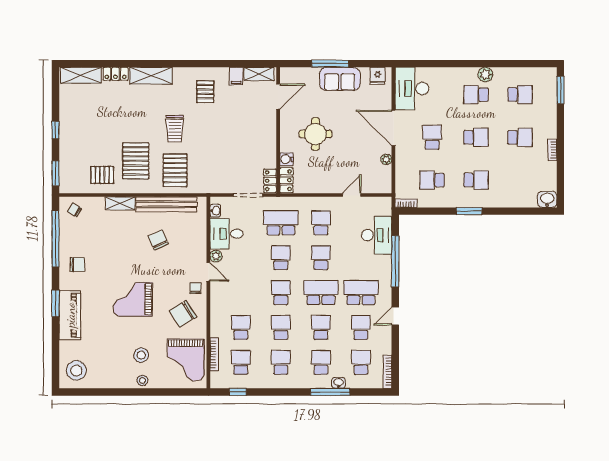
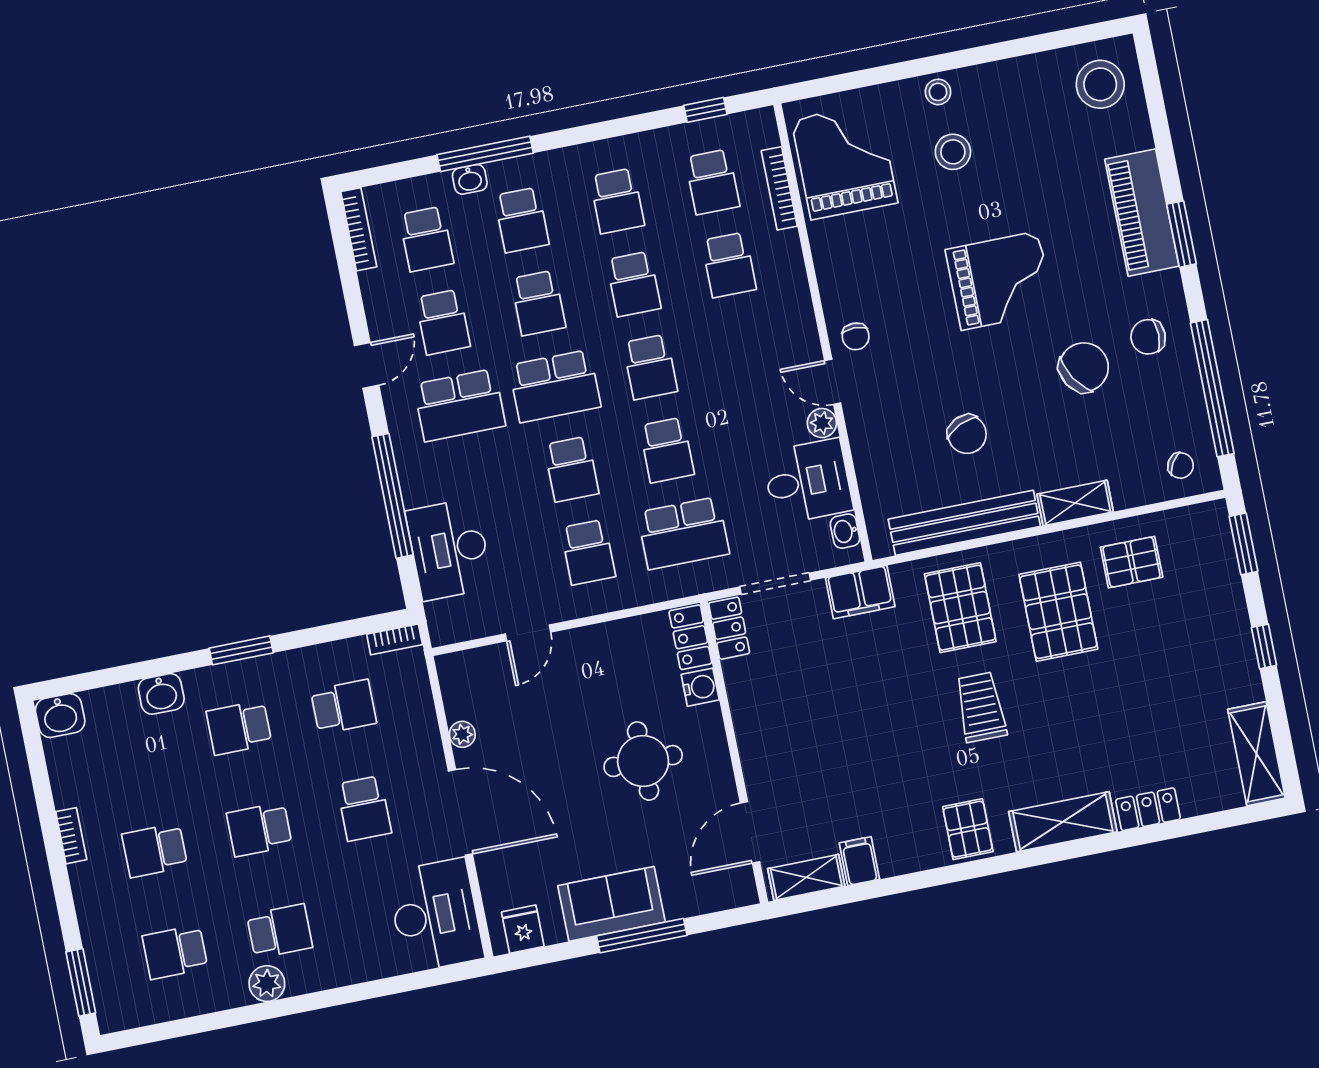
shelving: (81, 75) -> (1256, 754), moved, turned 90
pallet: (205, 92) -> (968, 829), moved
filing cabinet: (214, 185) -> (860, 592), added
washbasin: (505, 200) -> (161, 694), added
chair: (183, 314) -> (1084, 367), moved

